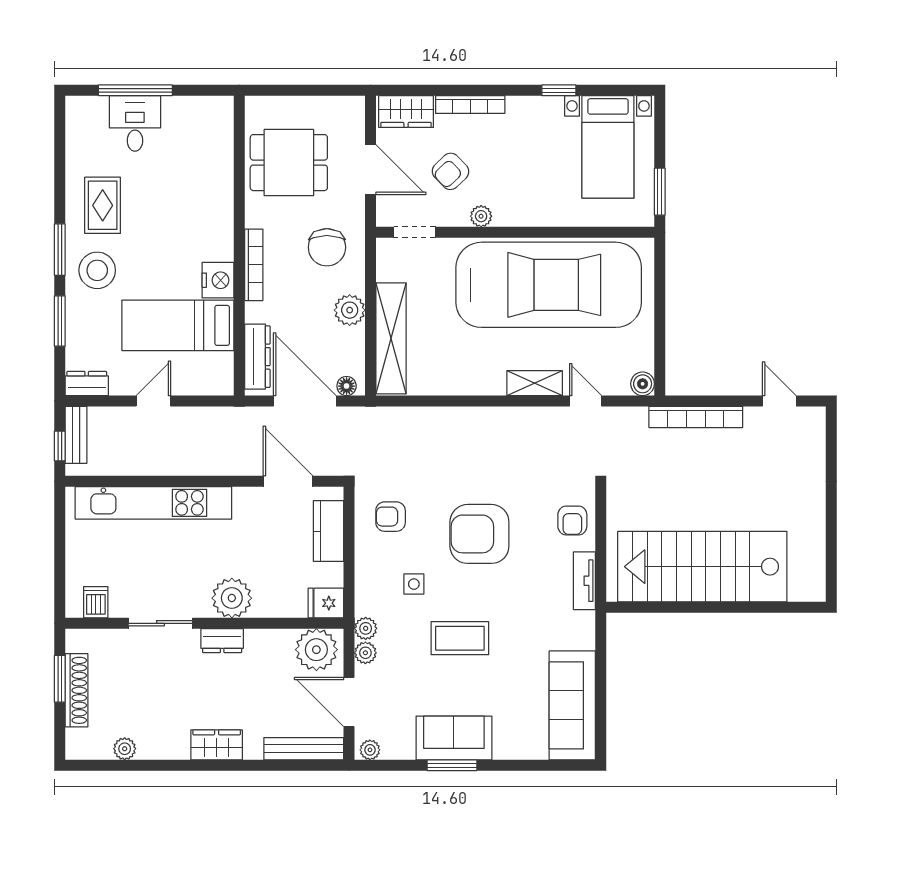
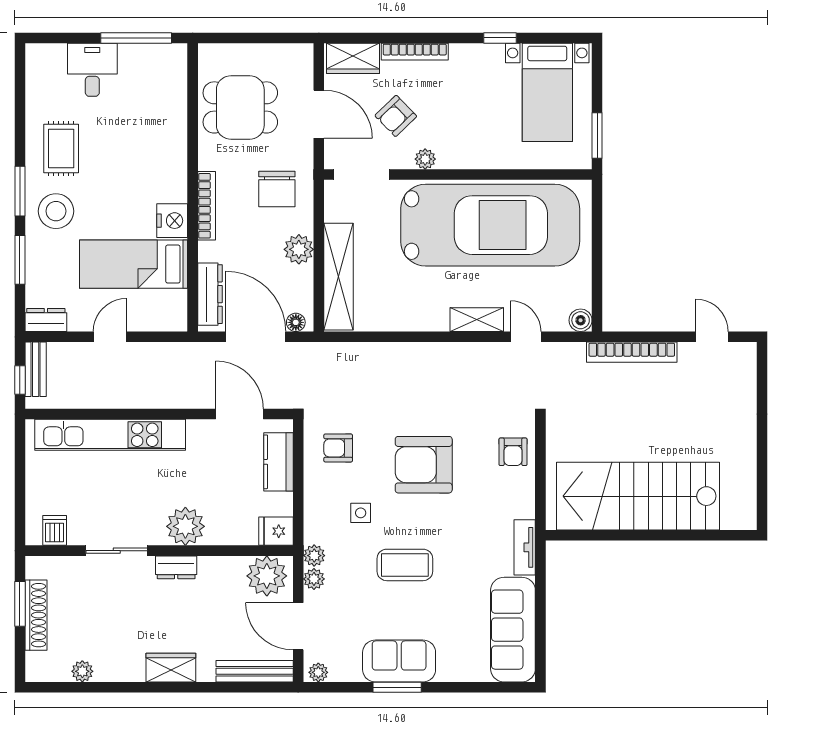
window: (135, 90) -> (136, 38), moved
doorway: (415, 232) -> (361, 174), width x1.38
tv unit: (584, 581) -> (525, 547), moved

